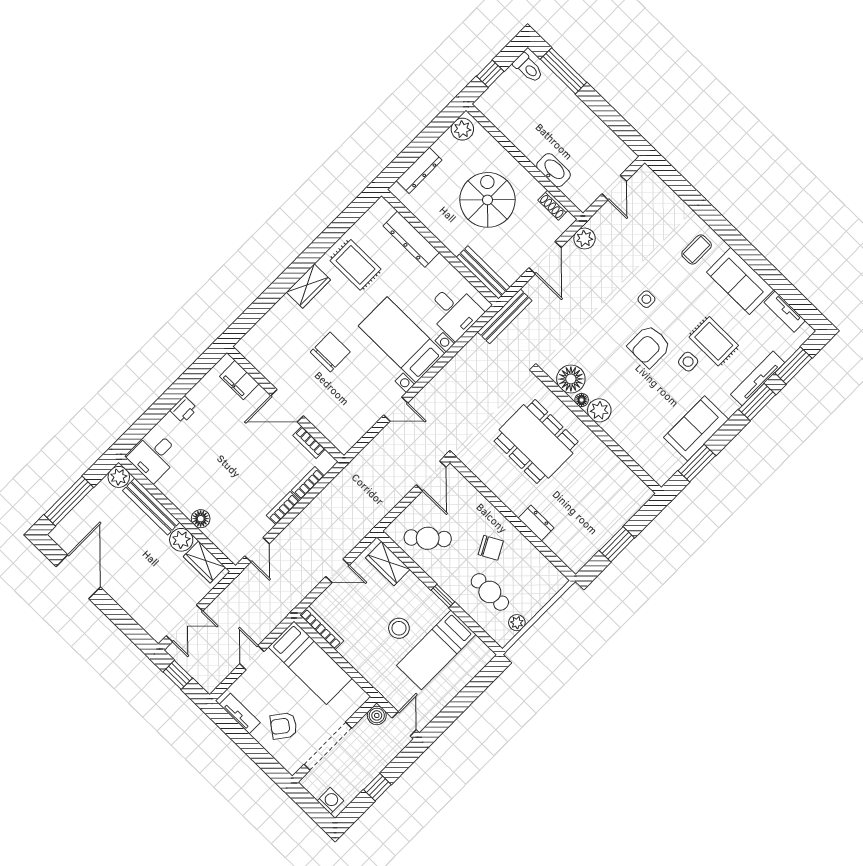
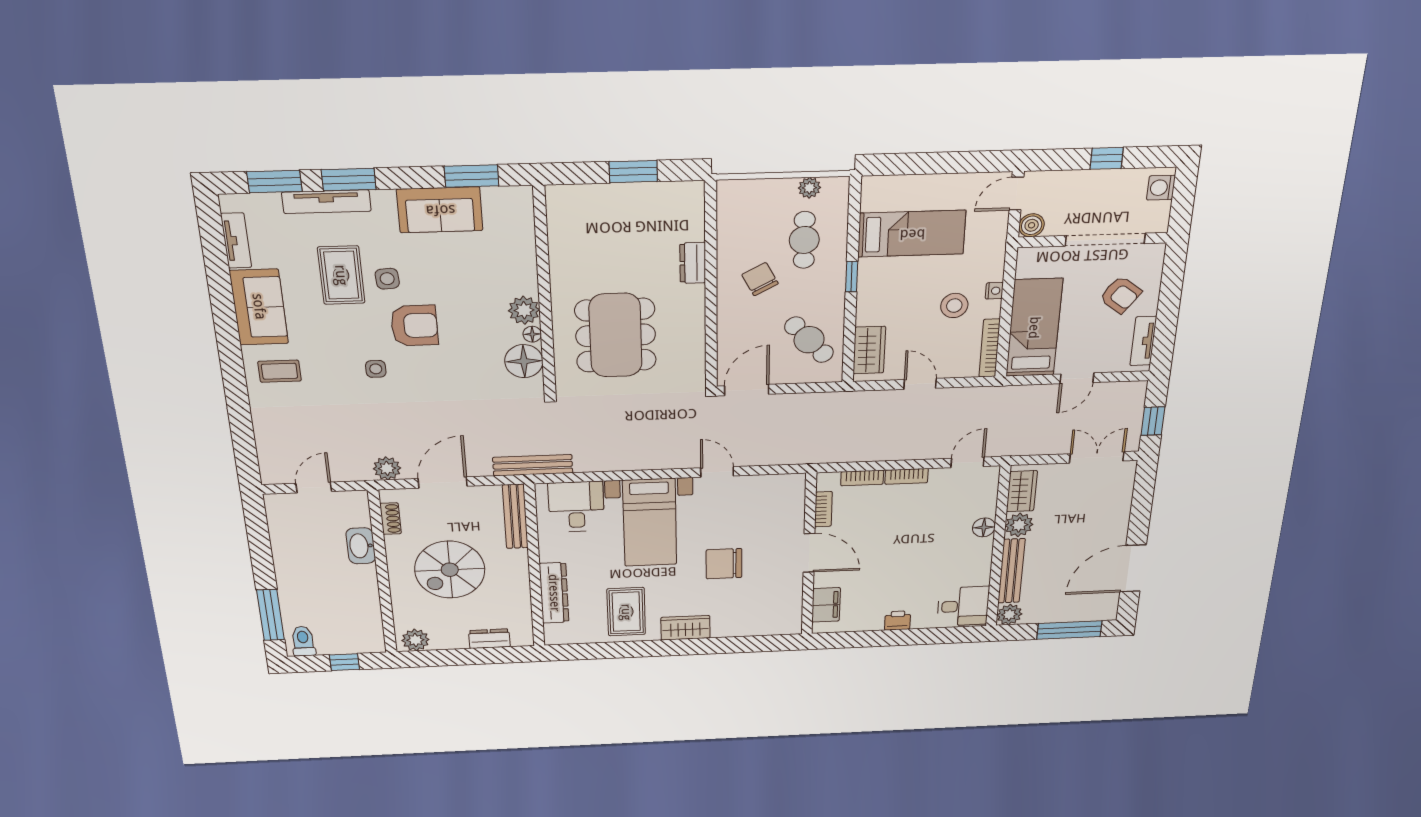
dresser: (419, 170) -> (489, 639), width x0.70
stool: (399, 628) -> (954, 306), moved
nightstand: (356, 662) -> (994, 291), added

